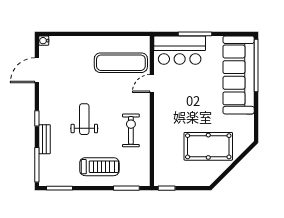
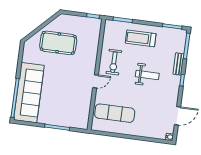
bar counter: (180, 50) -> (70, 117), removed
door: (152, 83) -> (96, 81), moved
weight bench: (84, 119) -> (147, 75), turned -90

